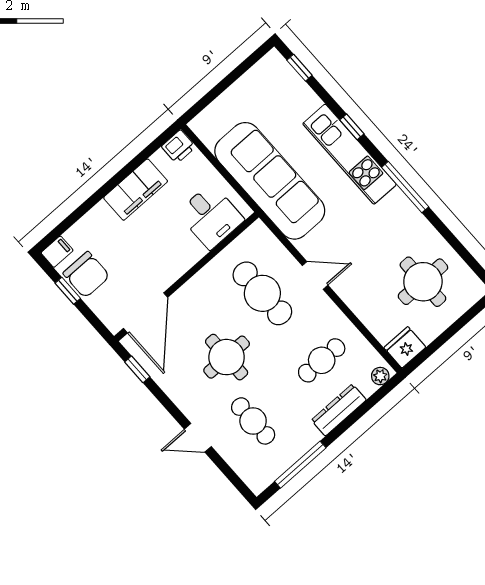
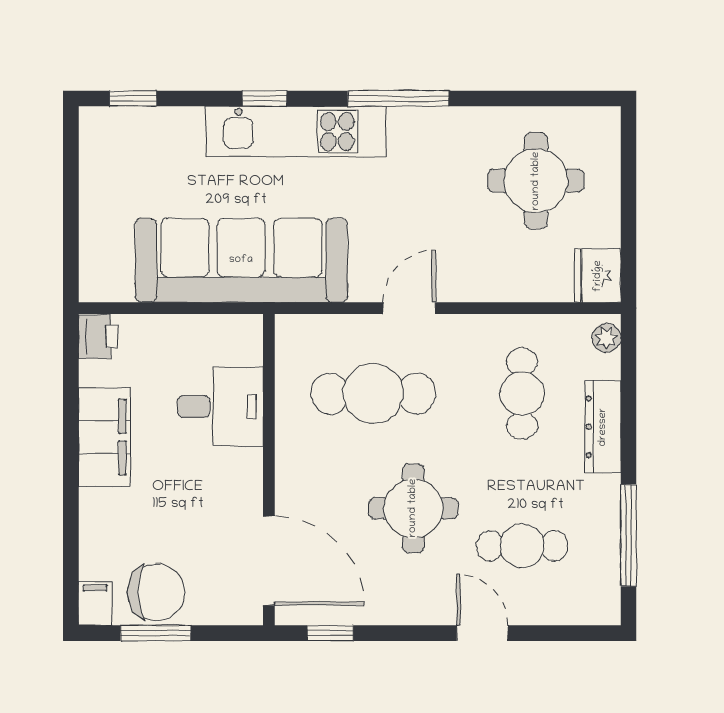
desk: (211, 216) -> (220, 406), moved
window: (68, 291) -> (156, 633), width x1.50
door: (198, 438) -> (482, 633), swing flipped

